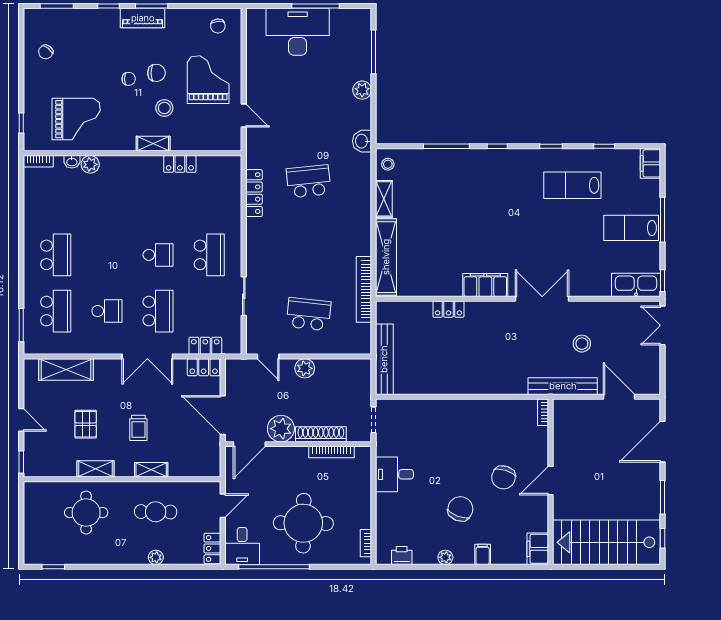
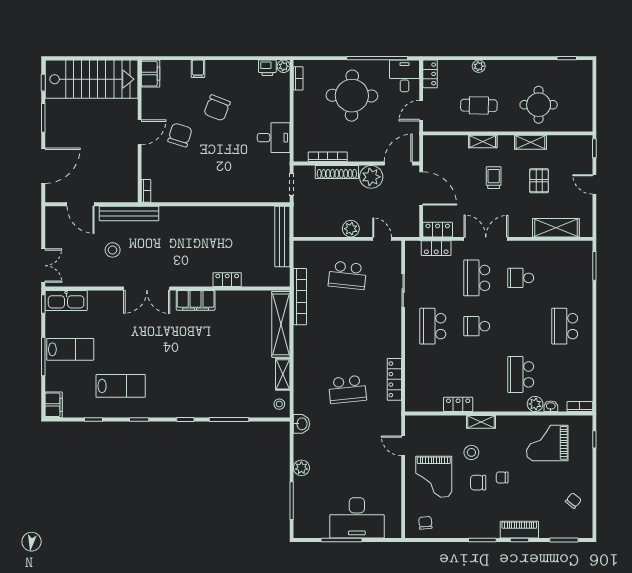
piano: (143, 18) -> (519, 530), moved
school desk: (56, 311) -> (521, 374), moved
plant: (445, 557) -> (284, 66), moved

